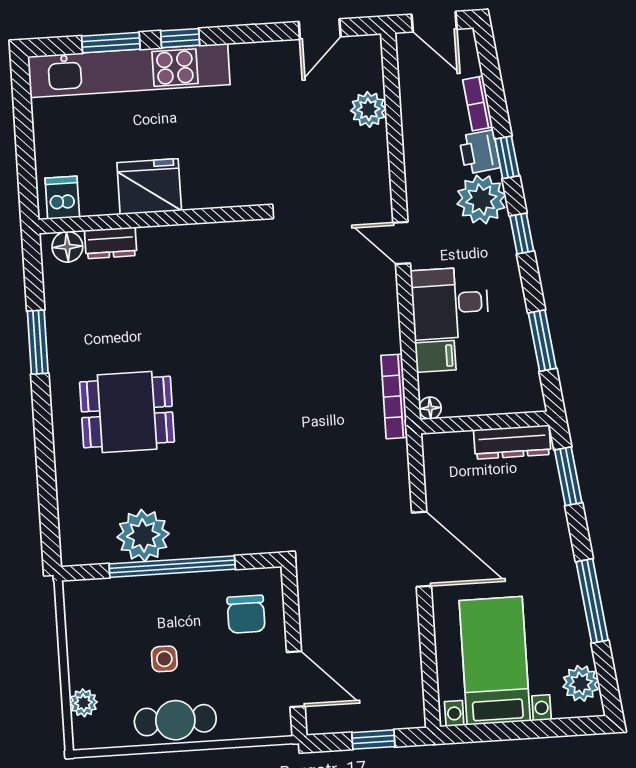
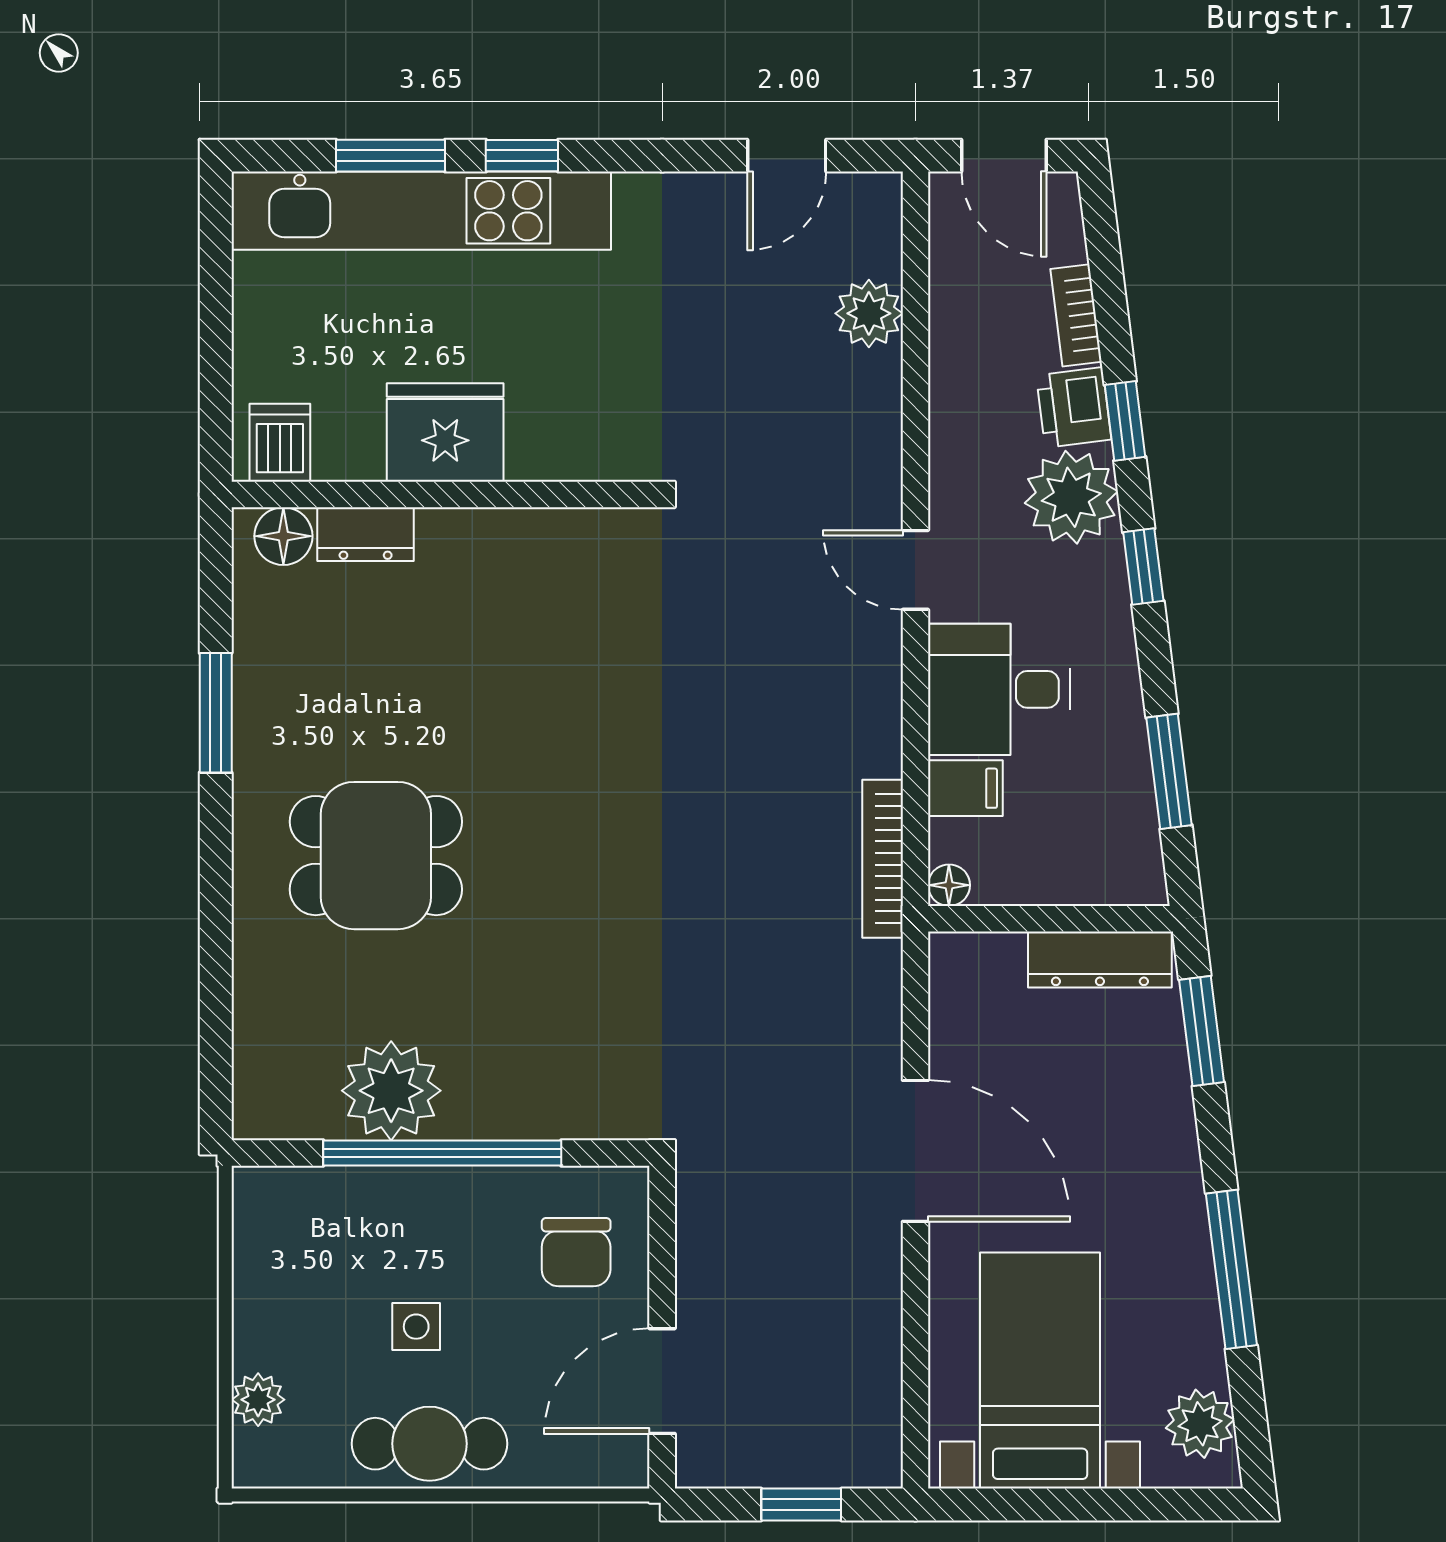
door: (296, 679) -> (662, 1381), swing flipped

